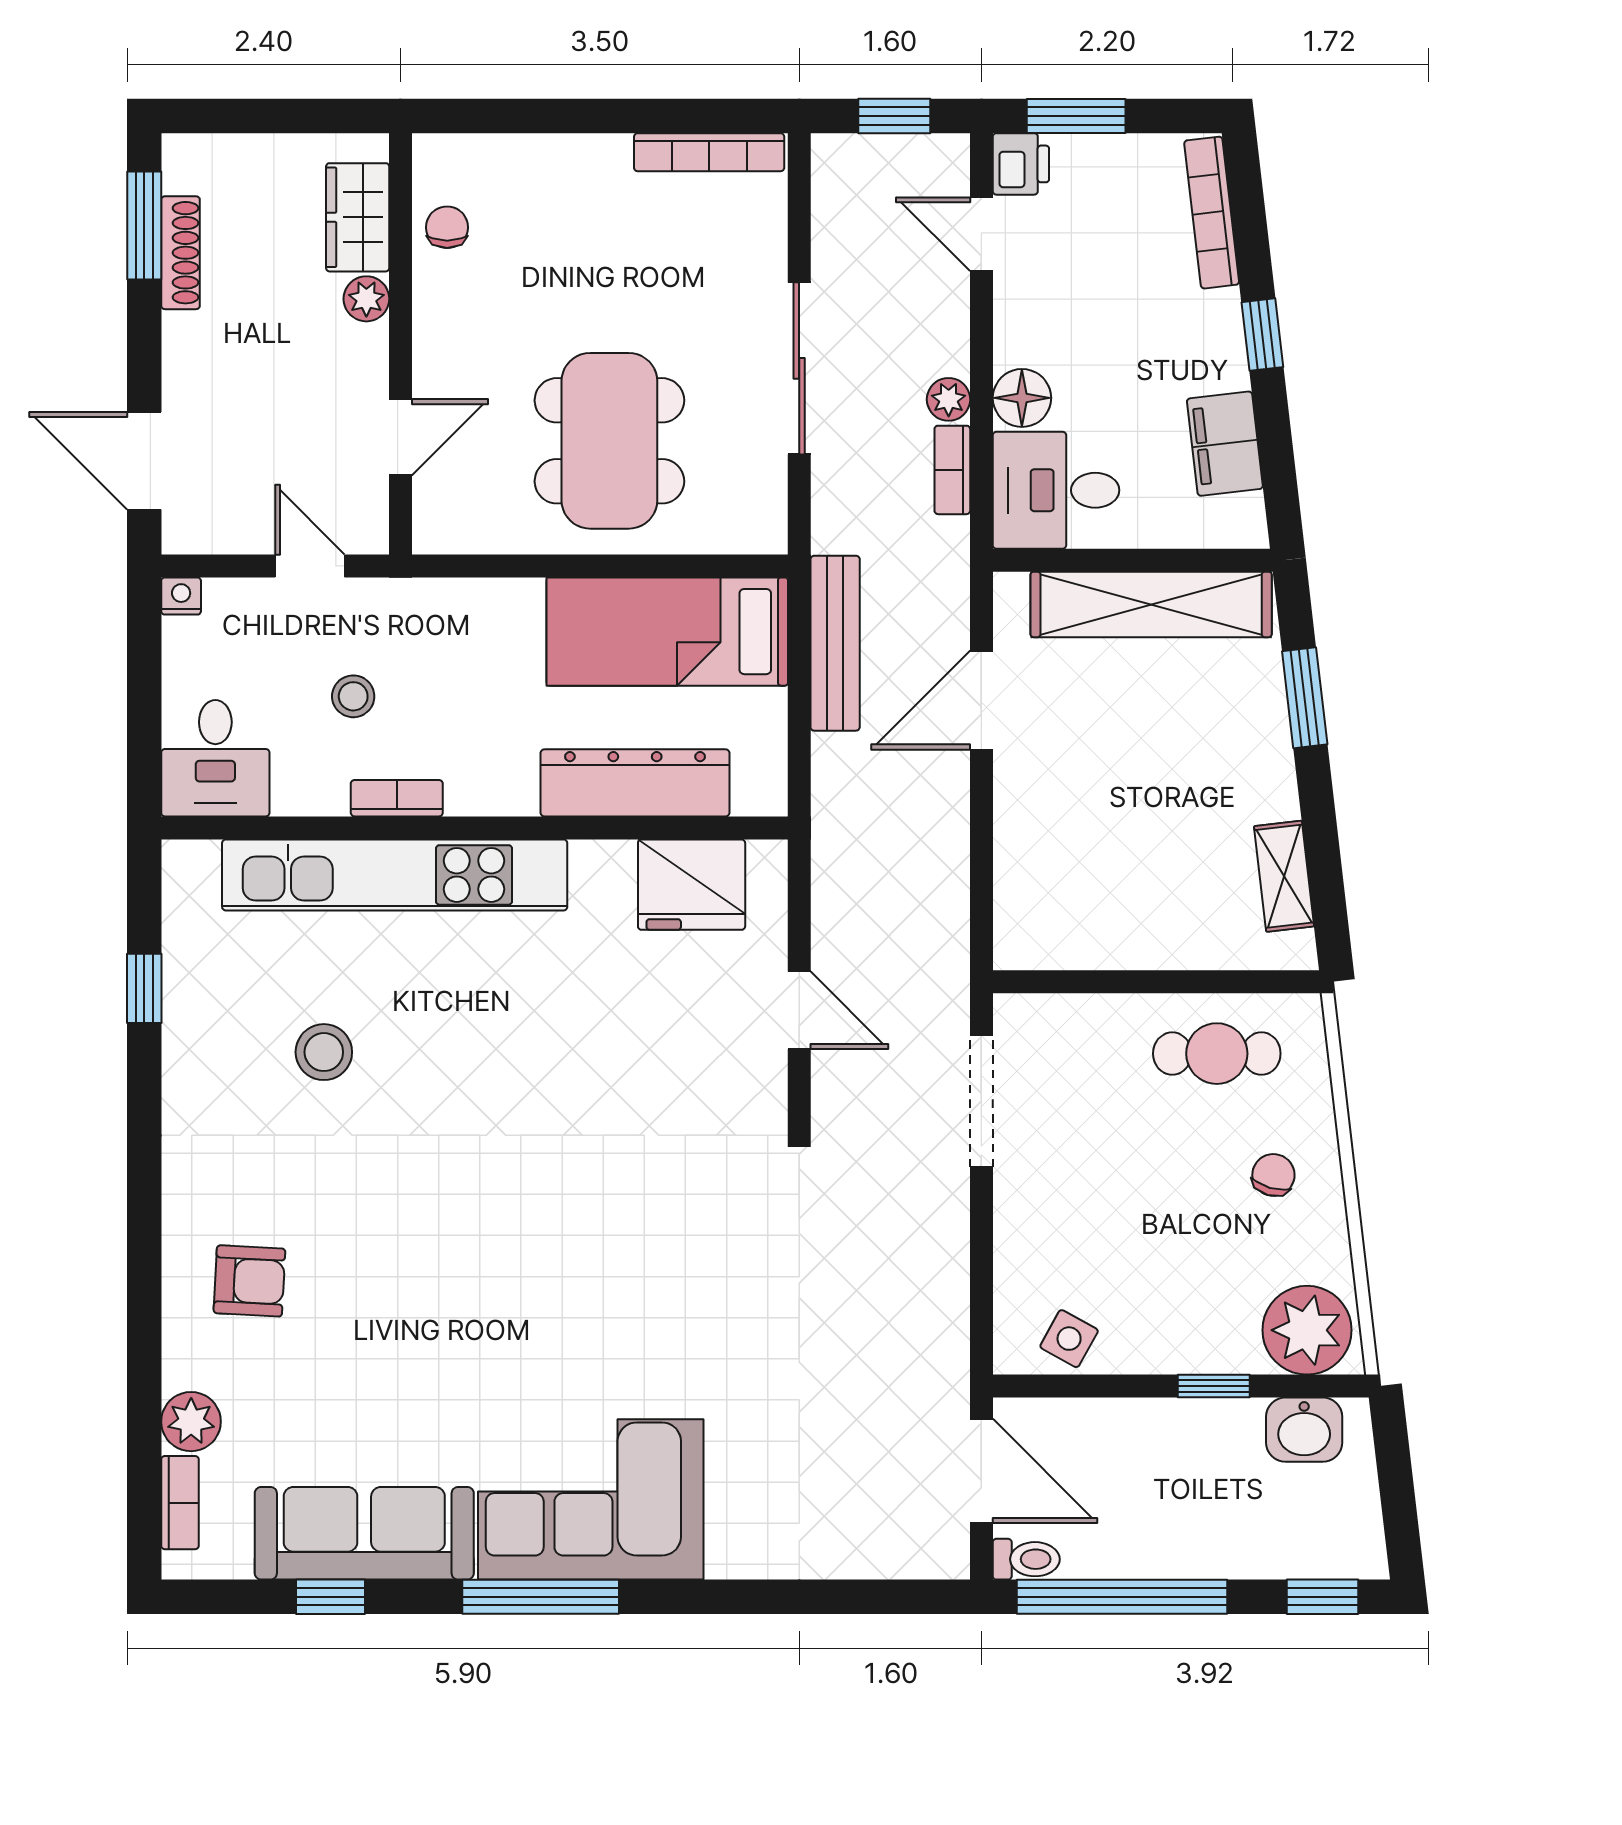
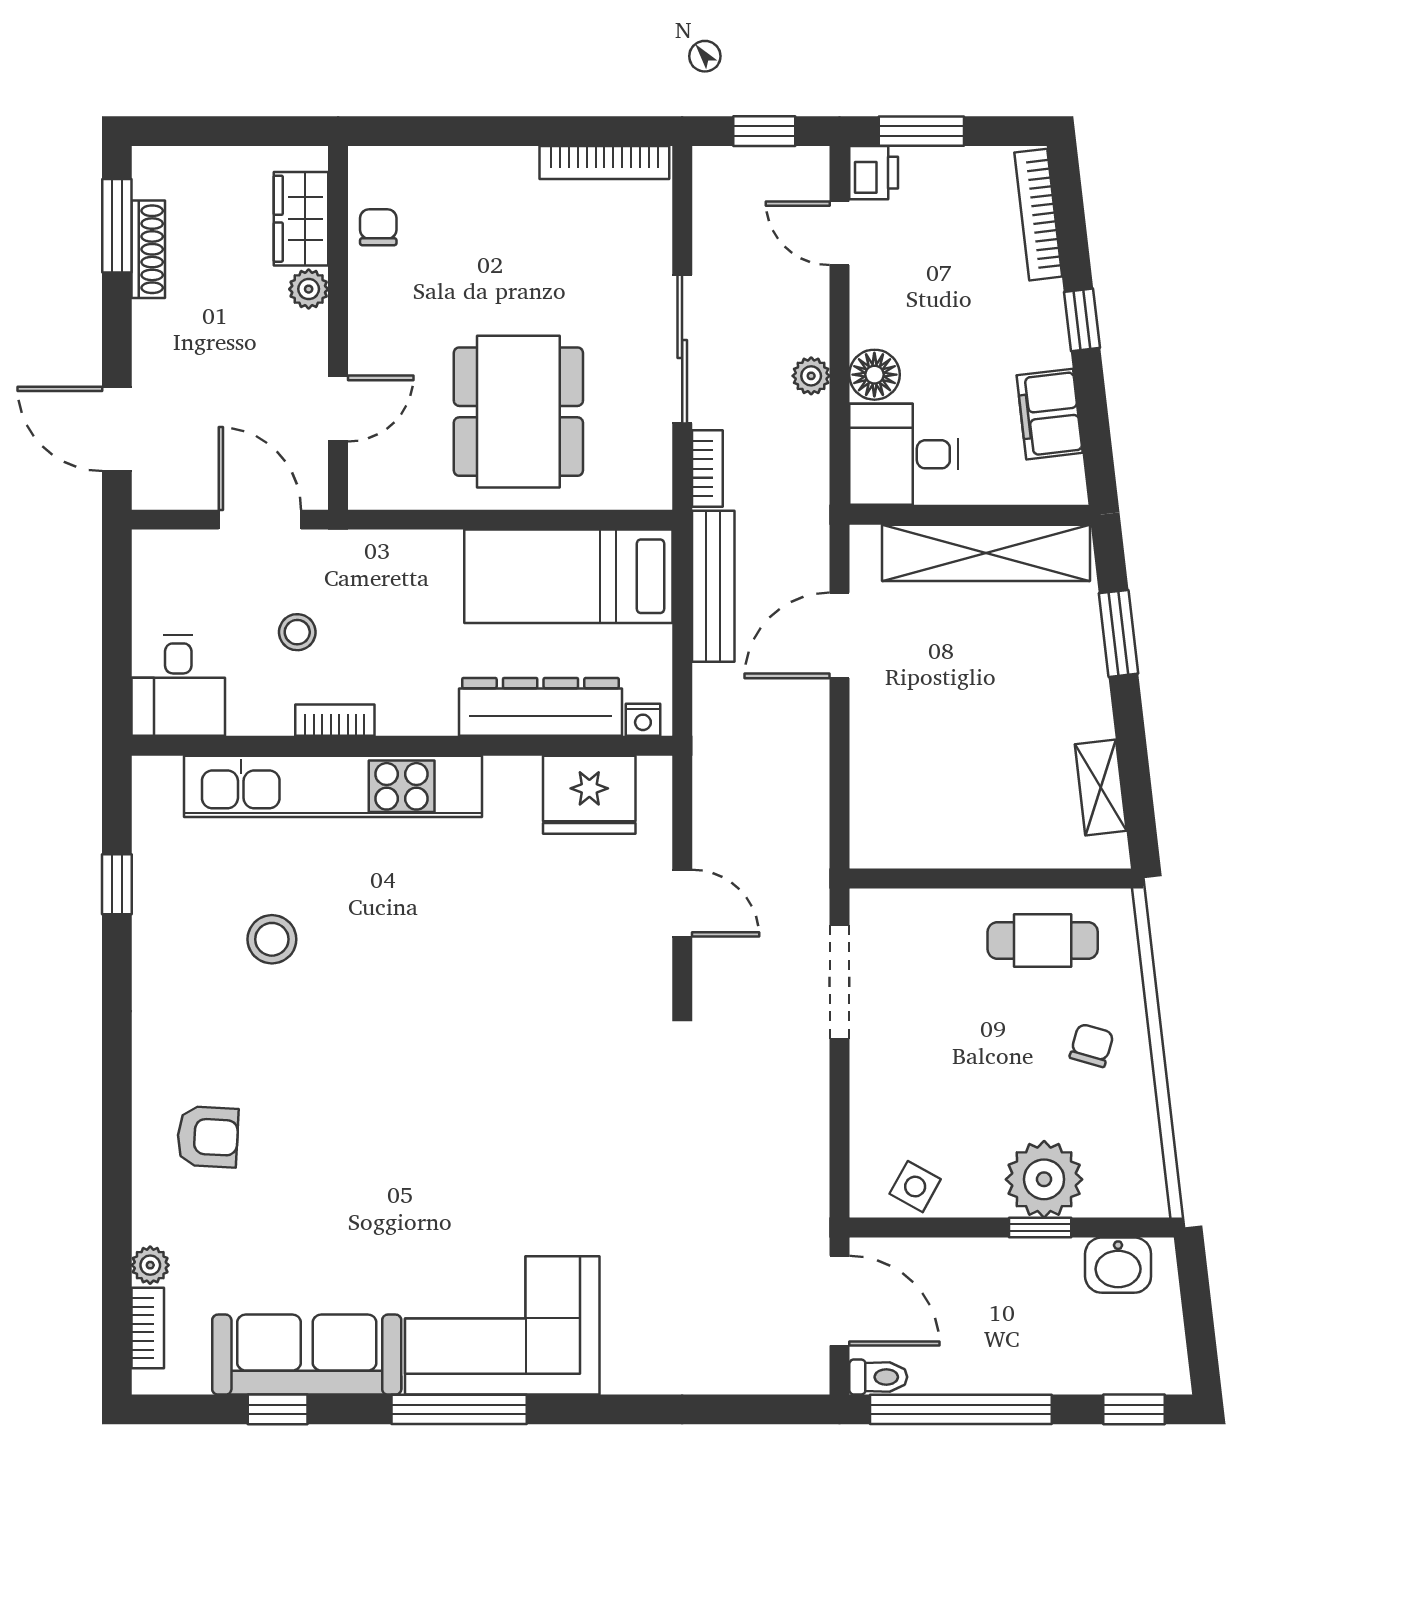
bookcase: (952, 470) -> (707, 469), moved, turned 180
door: (310, 566) -> (260, 520), width x1.38
nightstand: (181, 596) -> (643, 720), moved, turned 180
plant: (1307, 1330) -> (1044, 1179), moved
plant: (191, 1422) -> (150, 1265), width x0.73, depth x0.73

